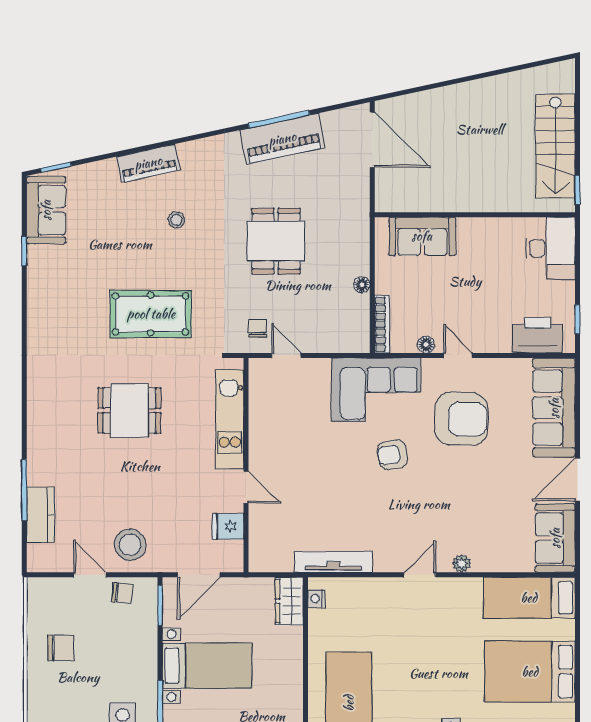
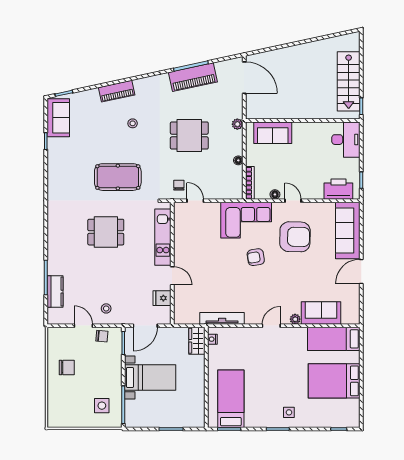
plant: (360, 221) -> (237, 124), added
dining table: (276, 241) -> (189, 136), turned 90
sofa: (555, 538) -> (321, 313), moved, turned 90
stool: (130, 545) -> (106, 308), width x0.53, depth x0.53

